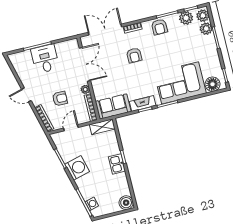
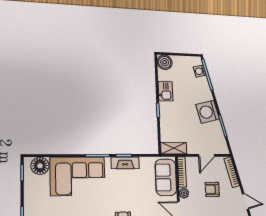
sofa: (113, 107) -> (166, 177), moved, turned 90
kitchen sink: (117, 164) -> (165, 91), moved

